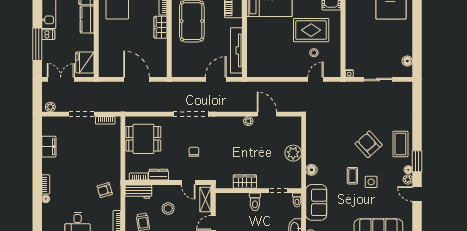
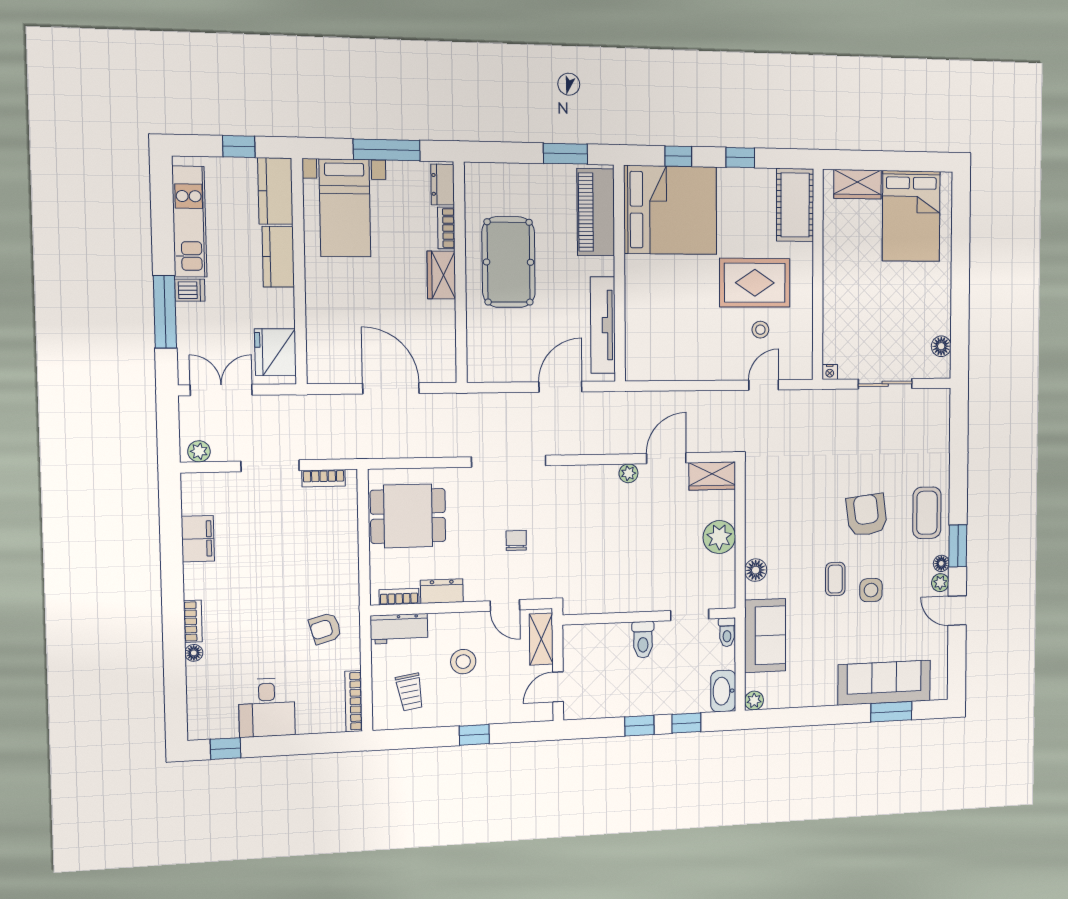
door: (267, 114) -> (666, 458), hinge flipped
armchair: (369, 144) -> (867, 515), turned 35
wardrobe: (245, 182) -> (712, 476), moved, turned 180

